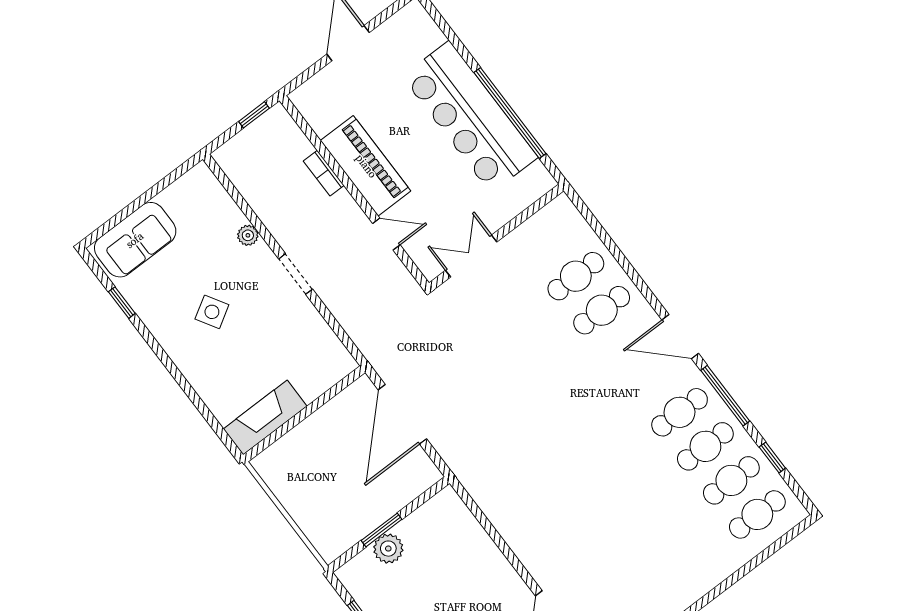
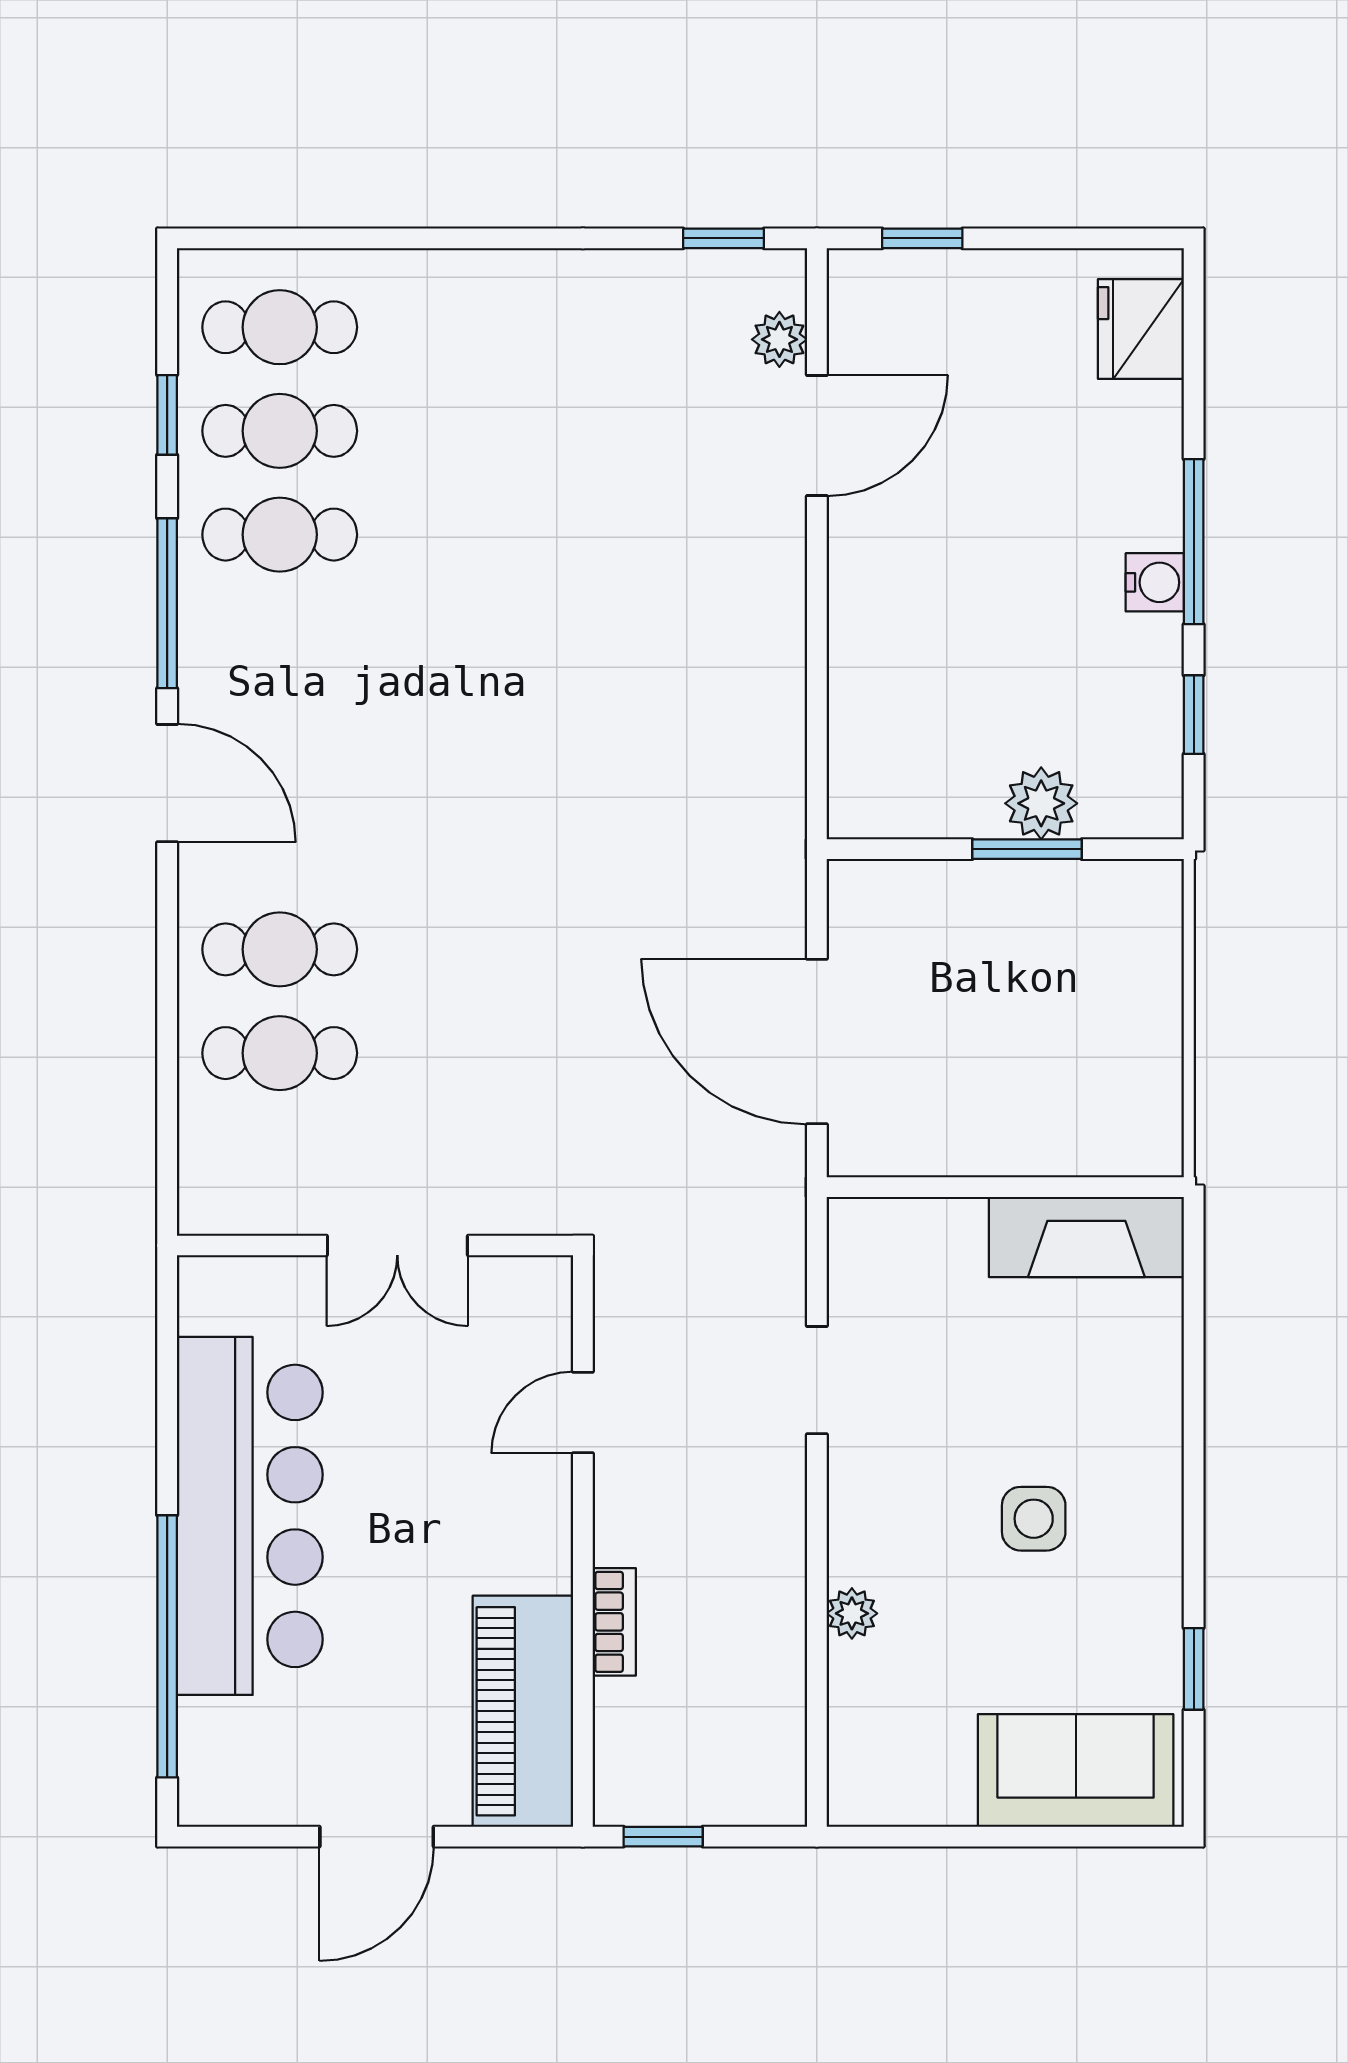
window: (510, 113) -> (167, 1646), moved
piano: (366, 166) -> (523, 1711), moved
door: (386, 234) -> (583, 1413), hinge flipped
double door: (471, 256) -> (397, 1246), moved
doorway: (296, 274) -> (817, 1380), moved
side table: (212, 312) -> (1034, 1519), turned 31
cafe table: (680, 412) -> (280, 638), removed
door: (402, 414) -> (817, 1041), swing flipped

